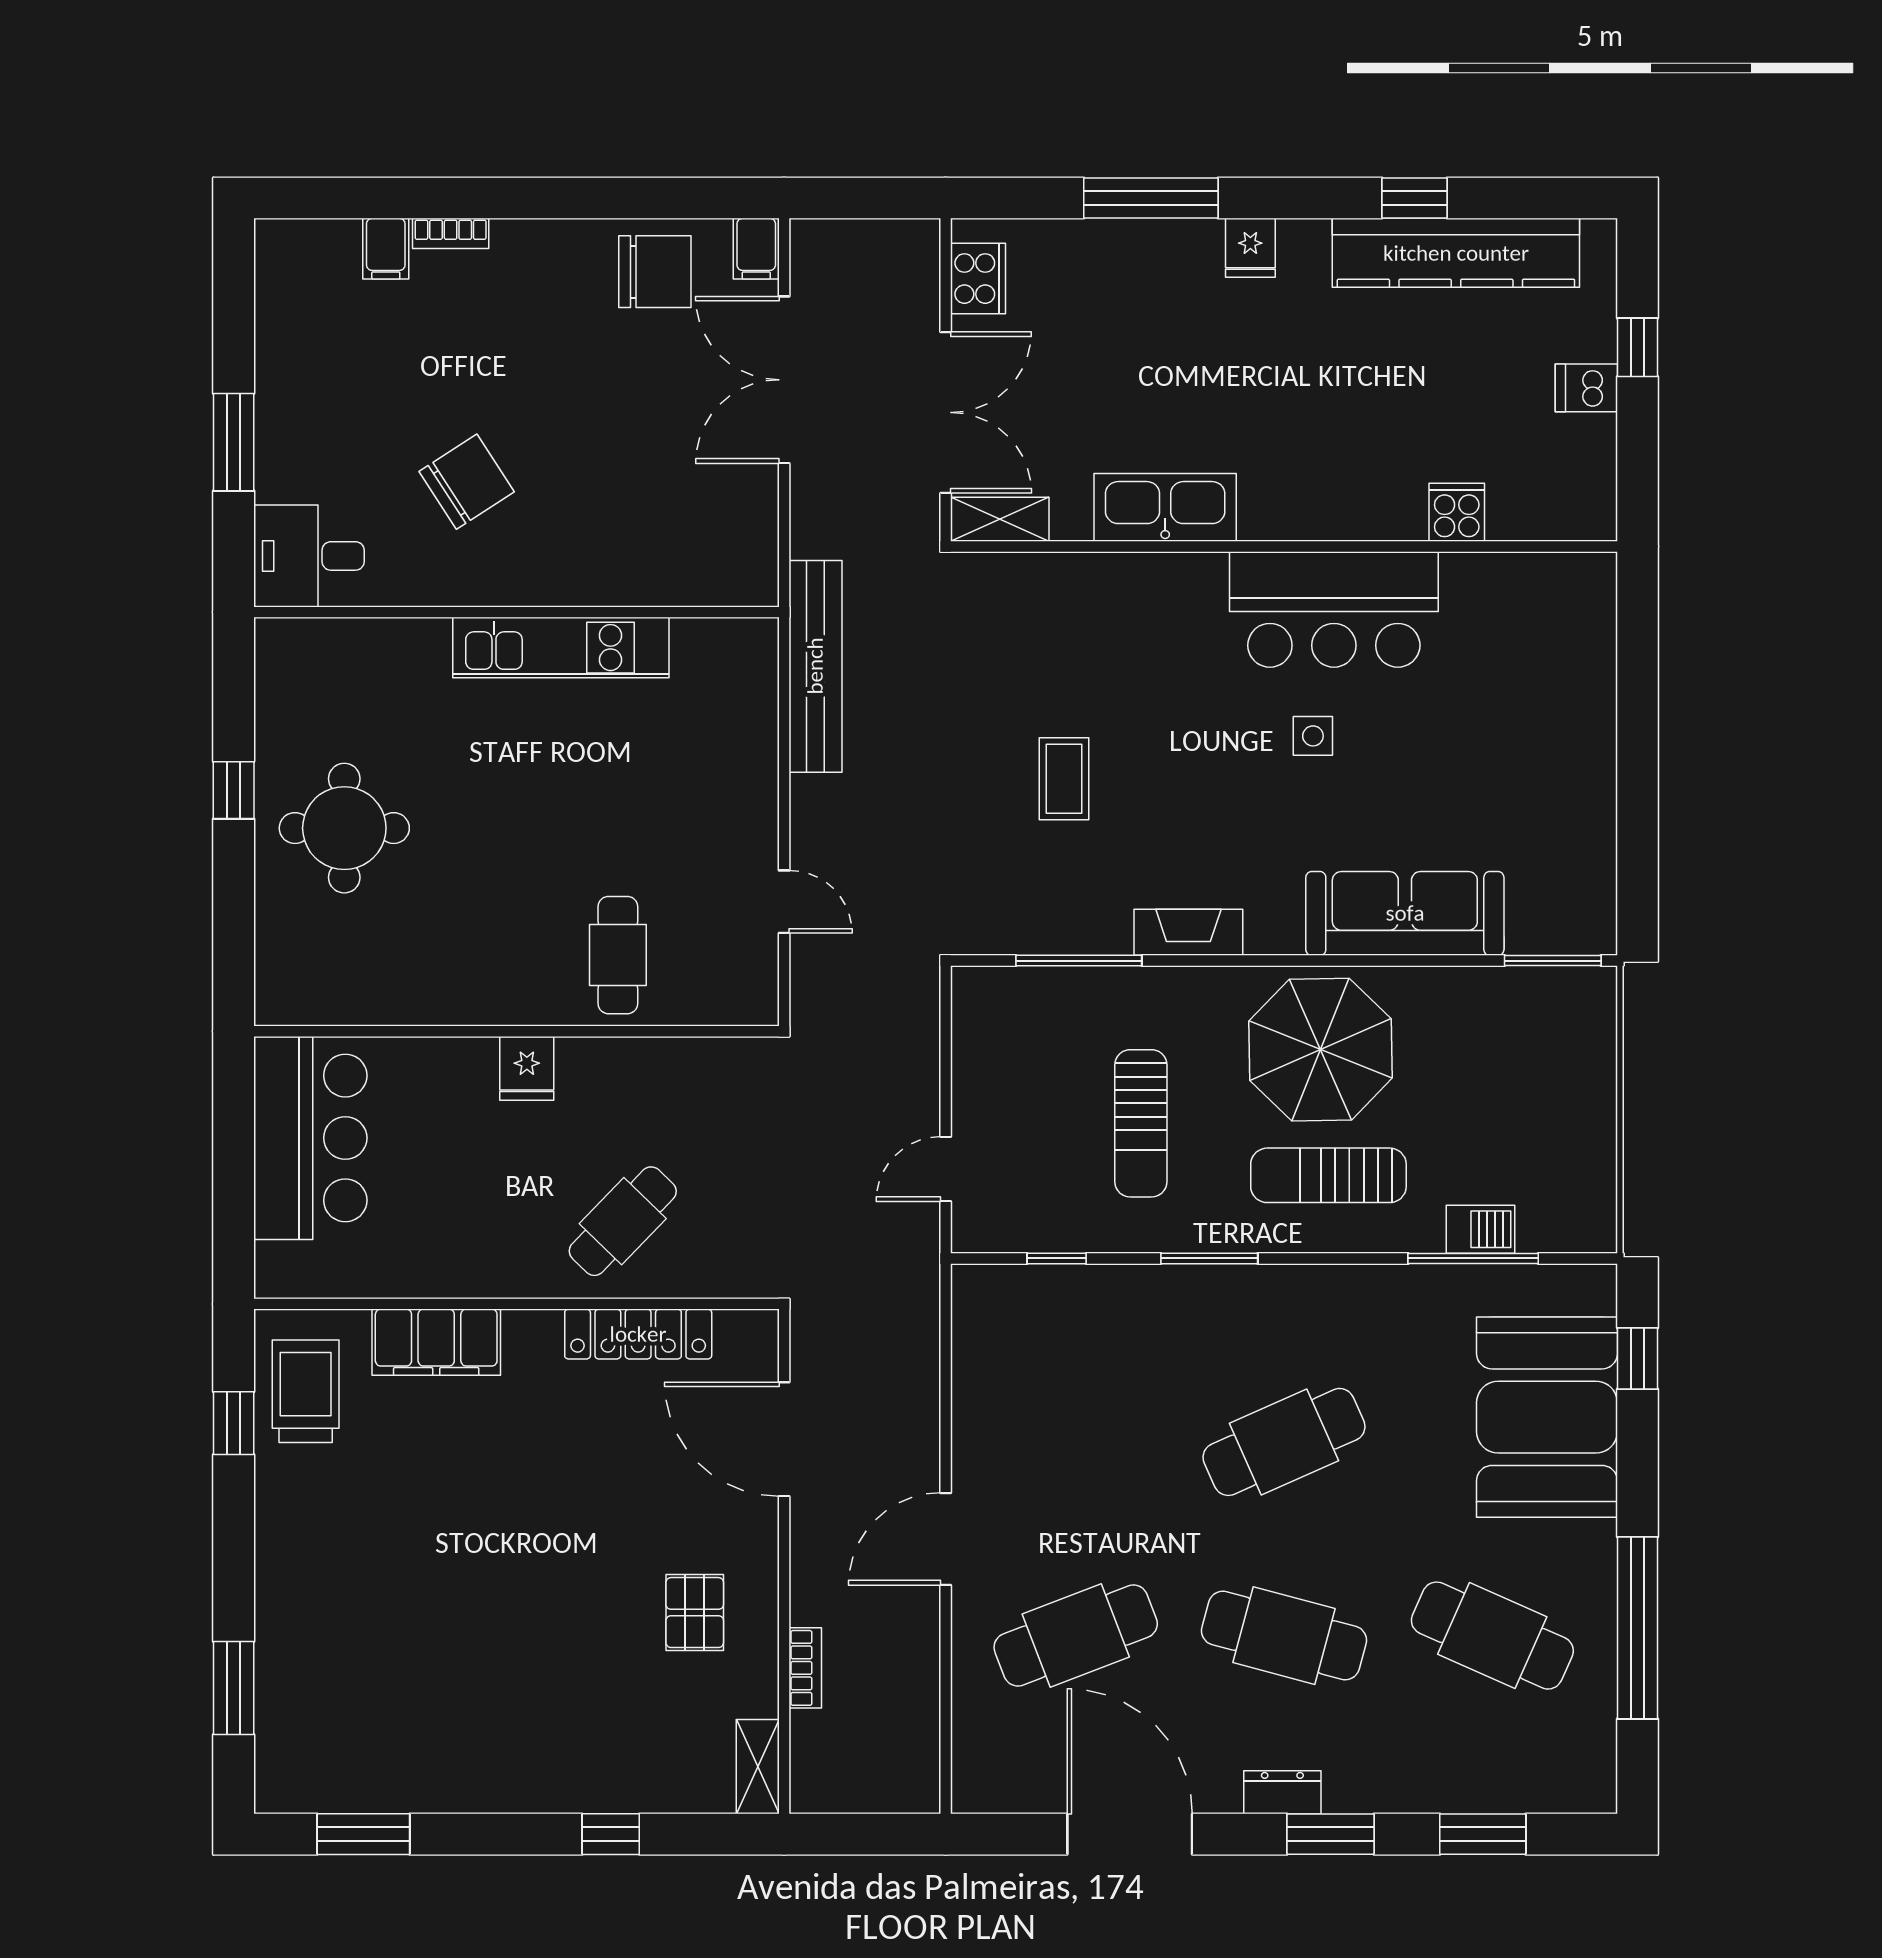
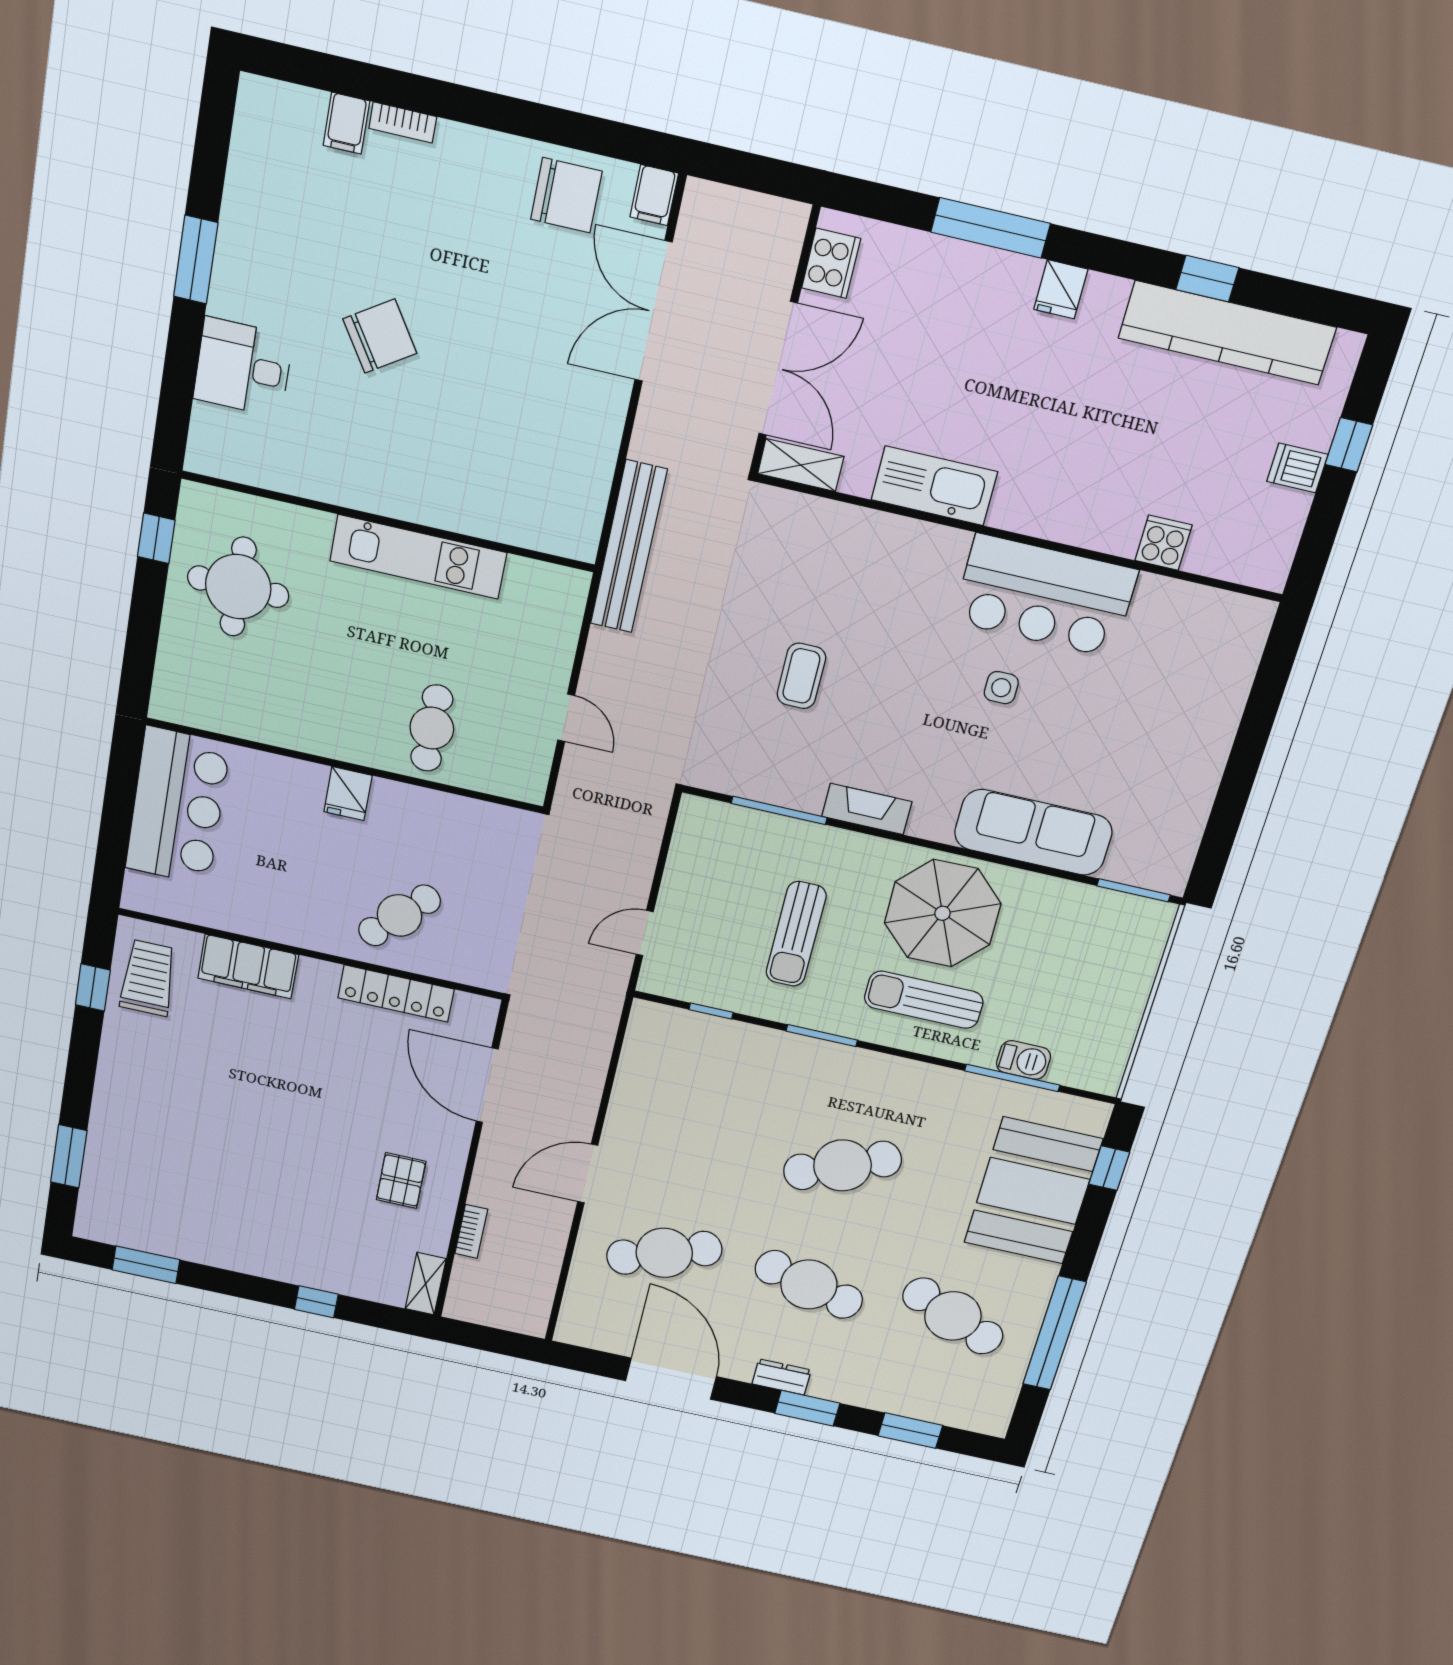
wall: (516, 612) -> (388, 522), moved
kitchen unit: (561, 648) -> (418, 557), moved

